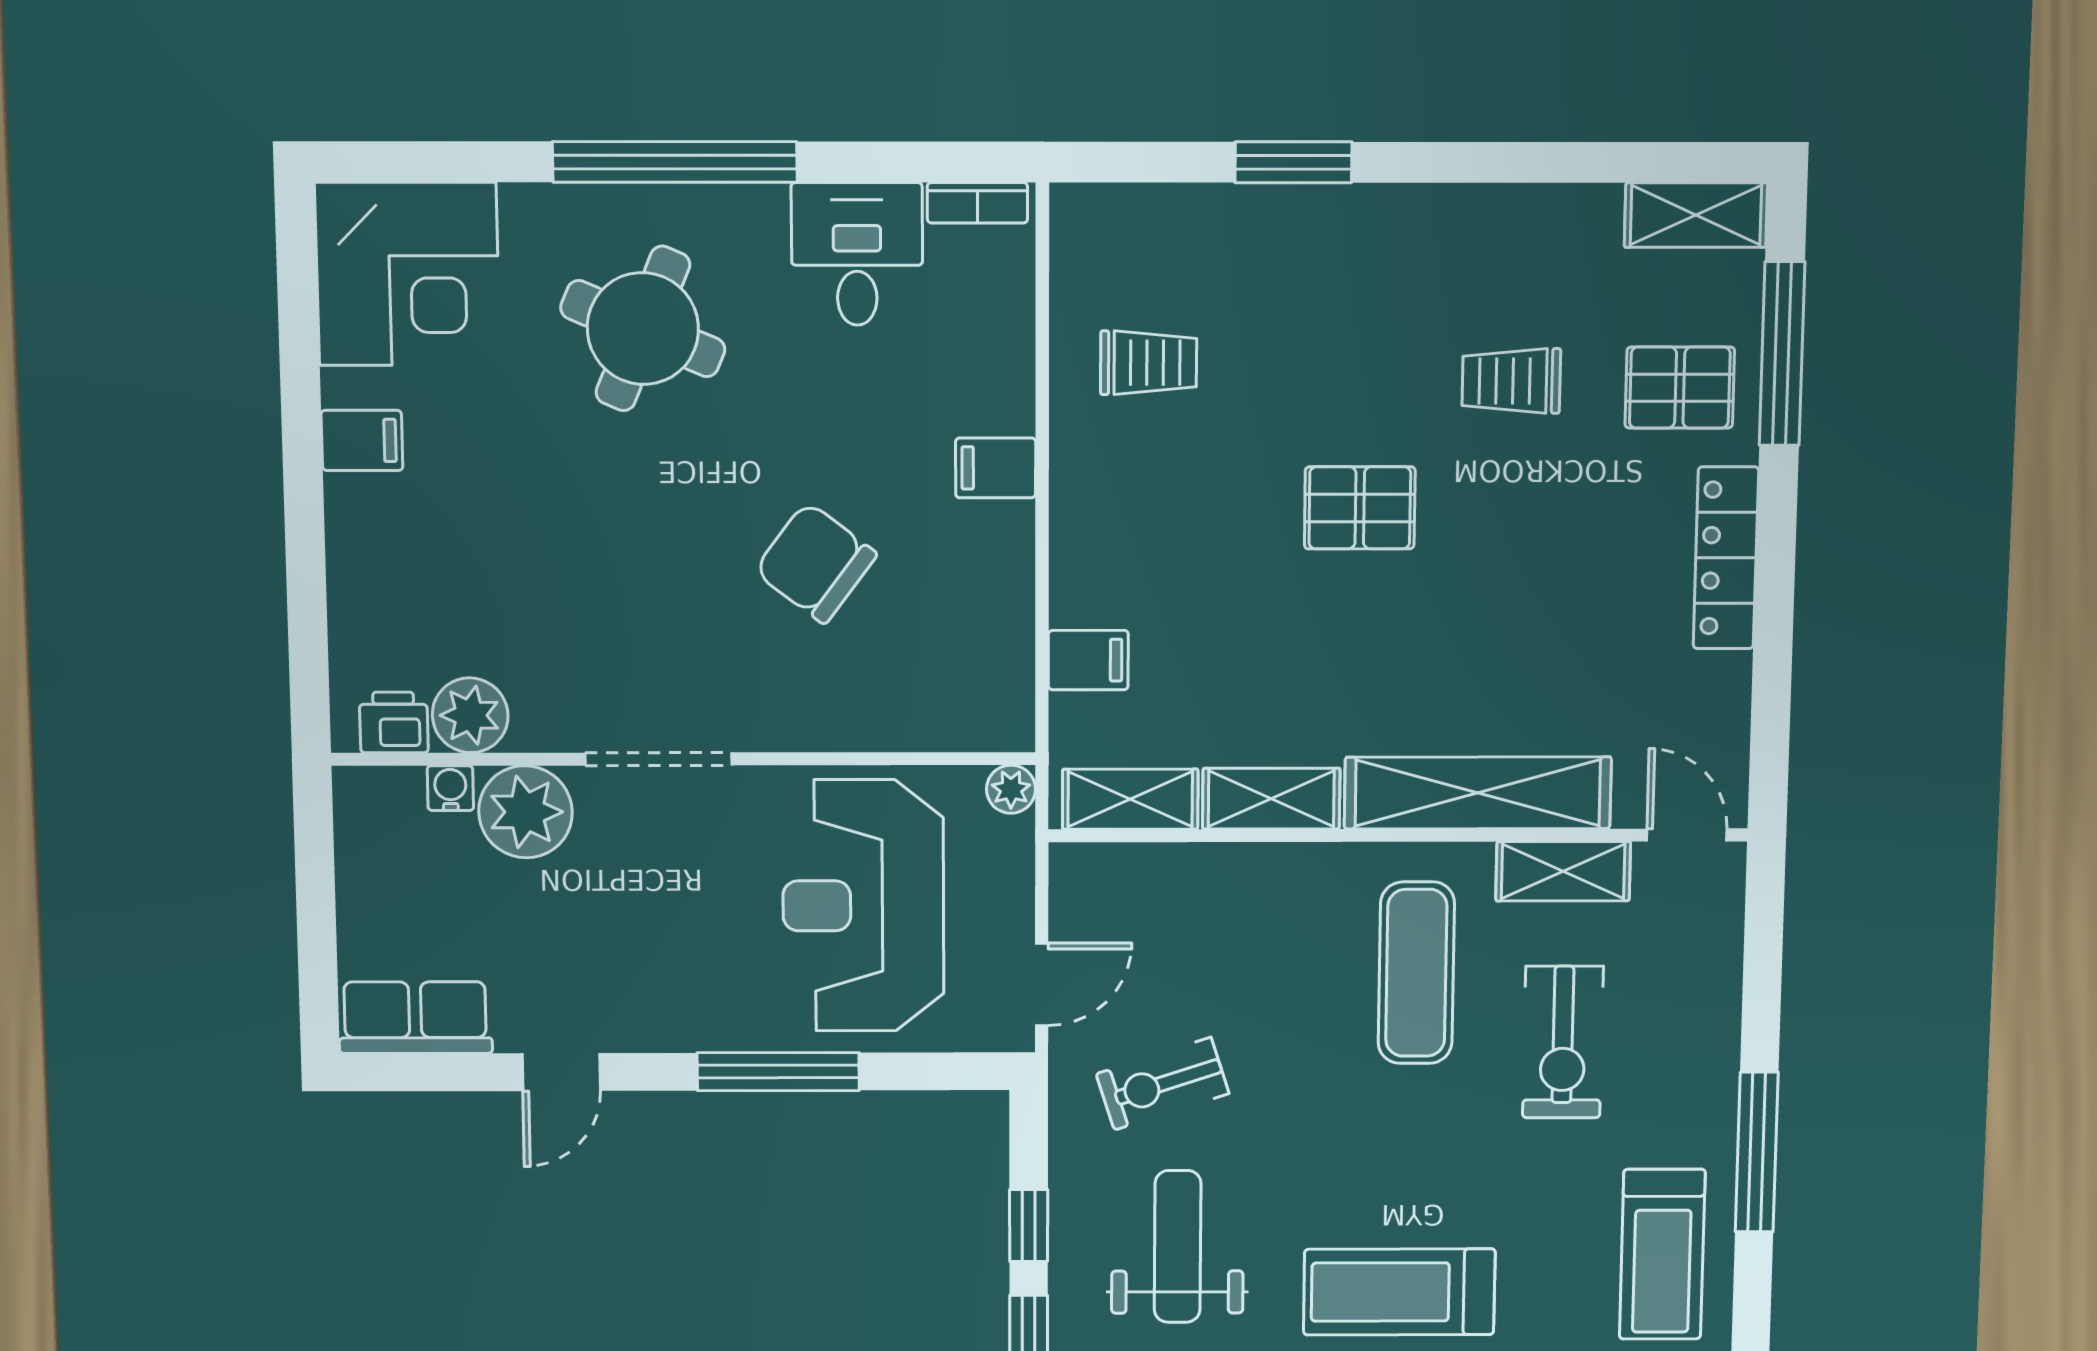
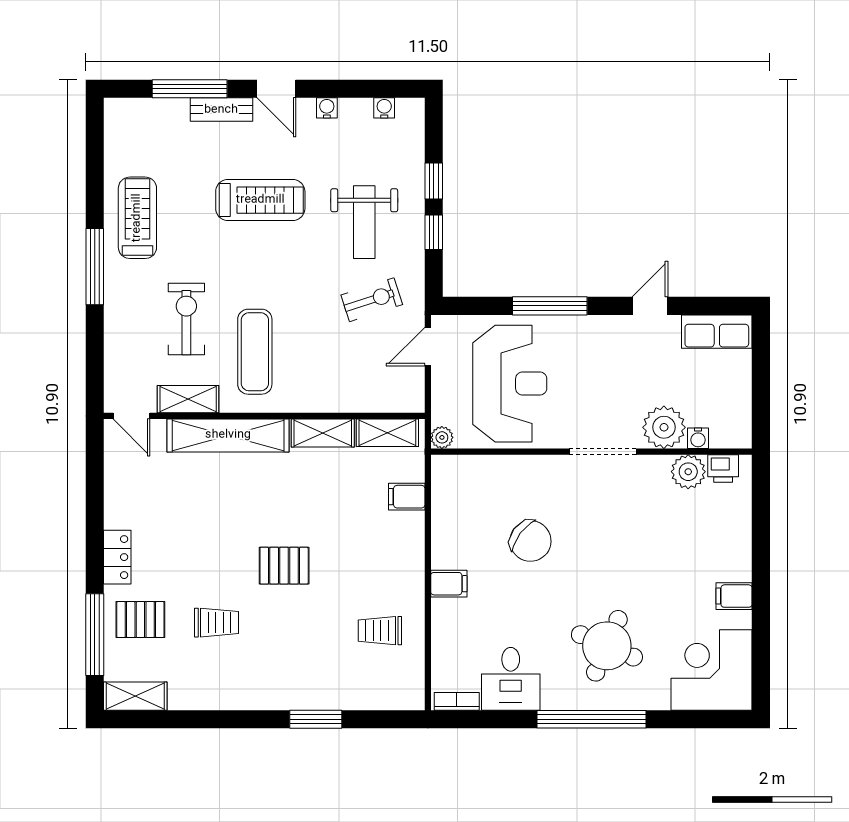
locker: (1726, 558) -> (117, 557), width x0.66

